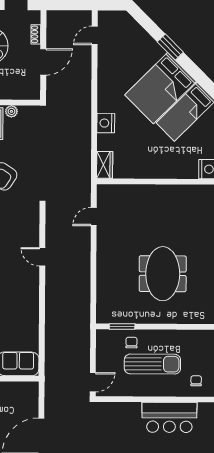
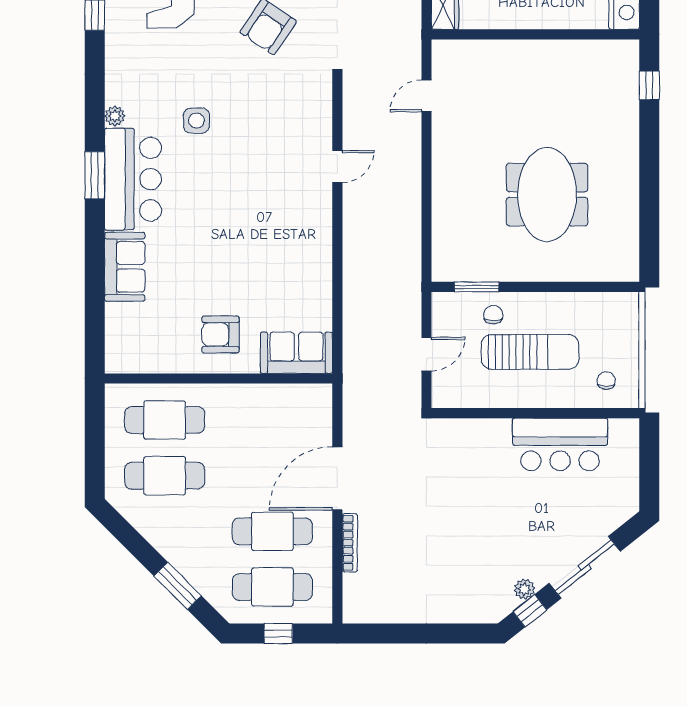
door: (42, 257) -> (337, 166), swing flipped
door: (93, 382) -> (426, 354), moved

